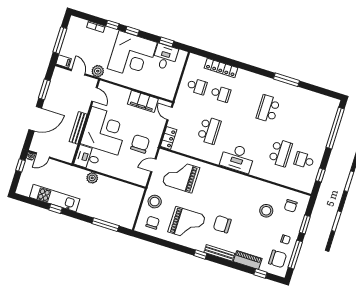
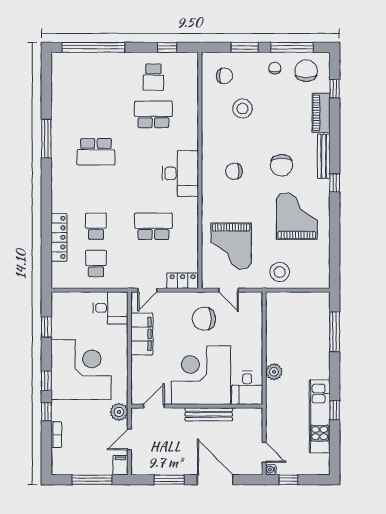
desk: (165, 57) -> (110, 308), moved, turned 180
chair: (153, 223) -> (234, 171), moved

